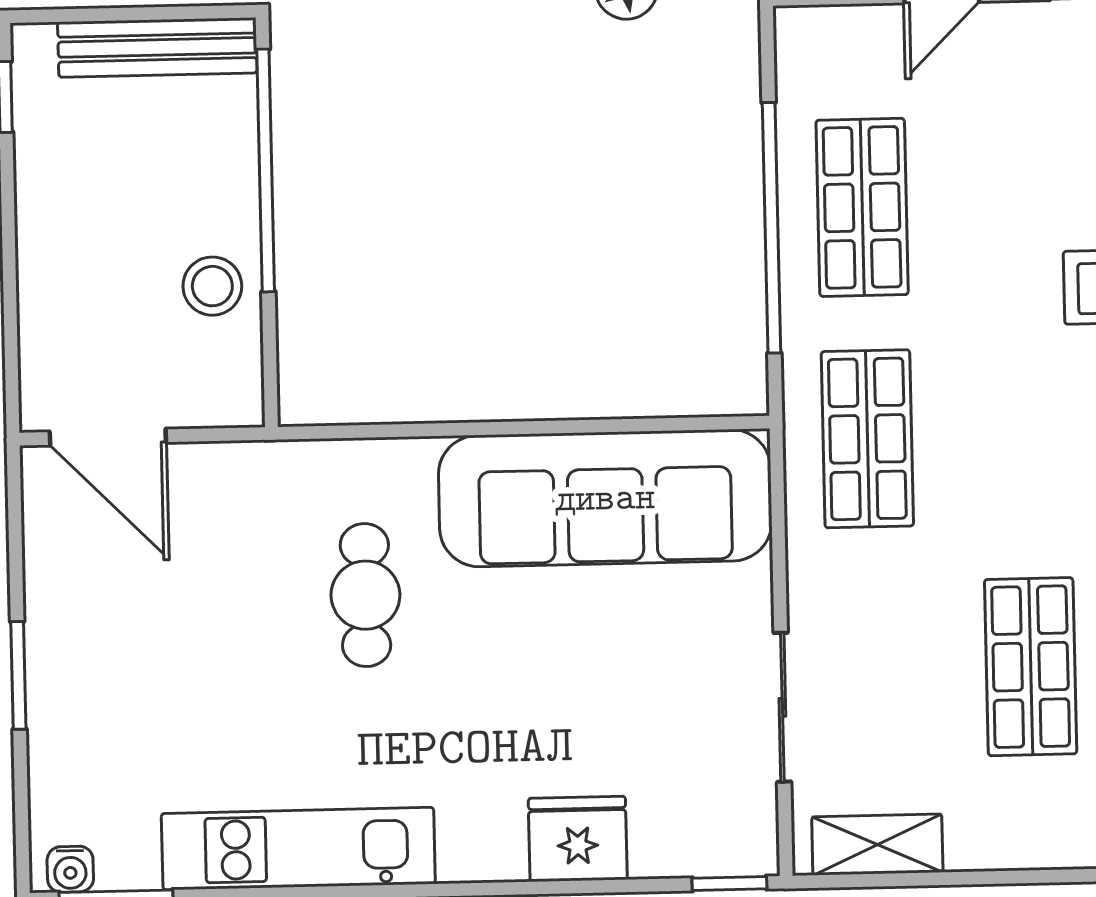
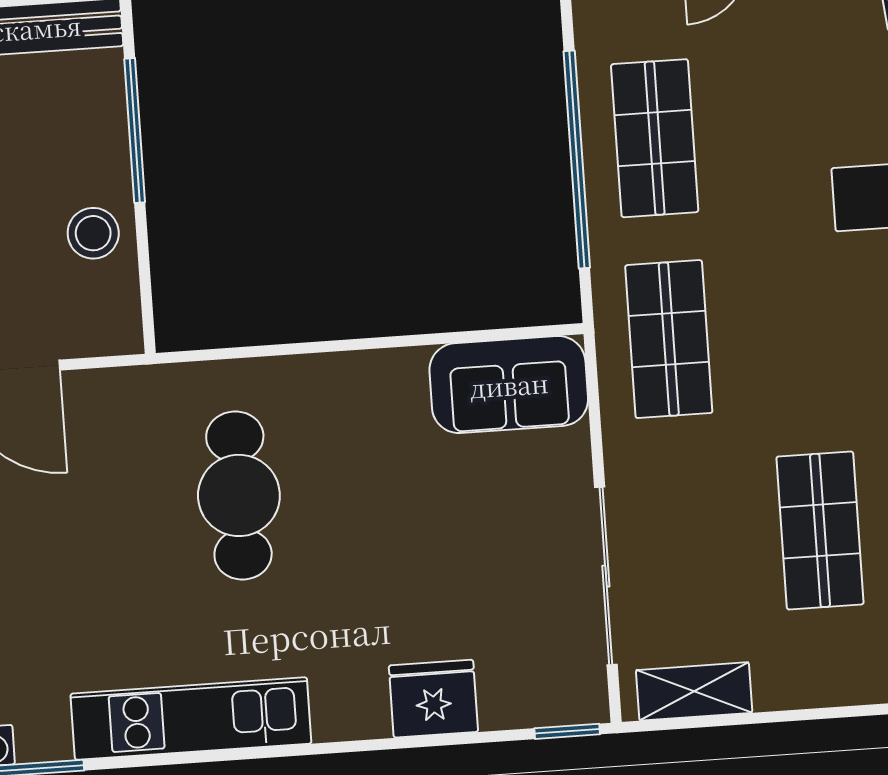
window: (266, 170) -> (135, 131), width x0.68
sofa: (605, 498) -> (509, 385), width x0.54, depth x0.79
cafe table: (365, 595) -> (239, 495), width x1.37, depth x1.35
sliding door: (782, 707) -> (606, 576), width x1.37

